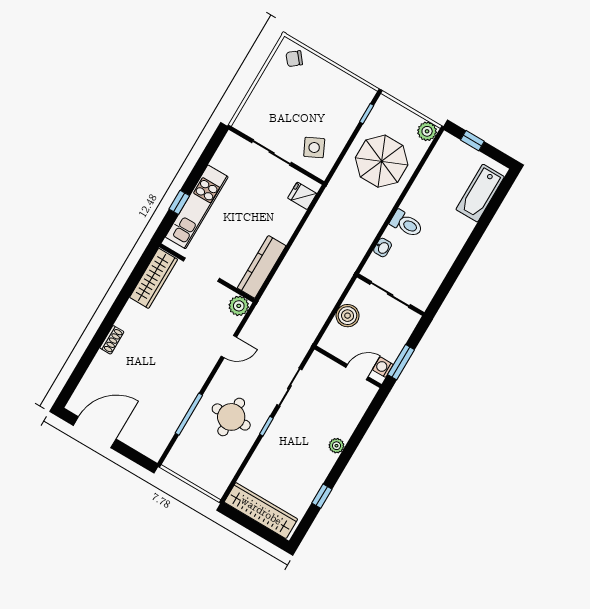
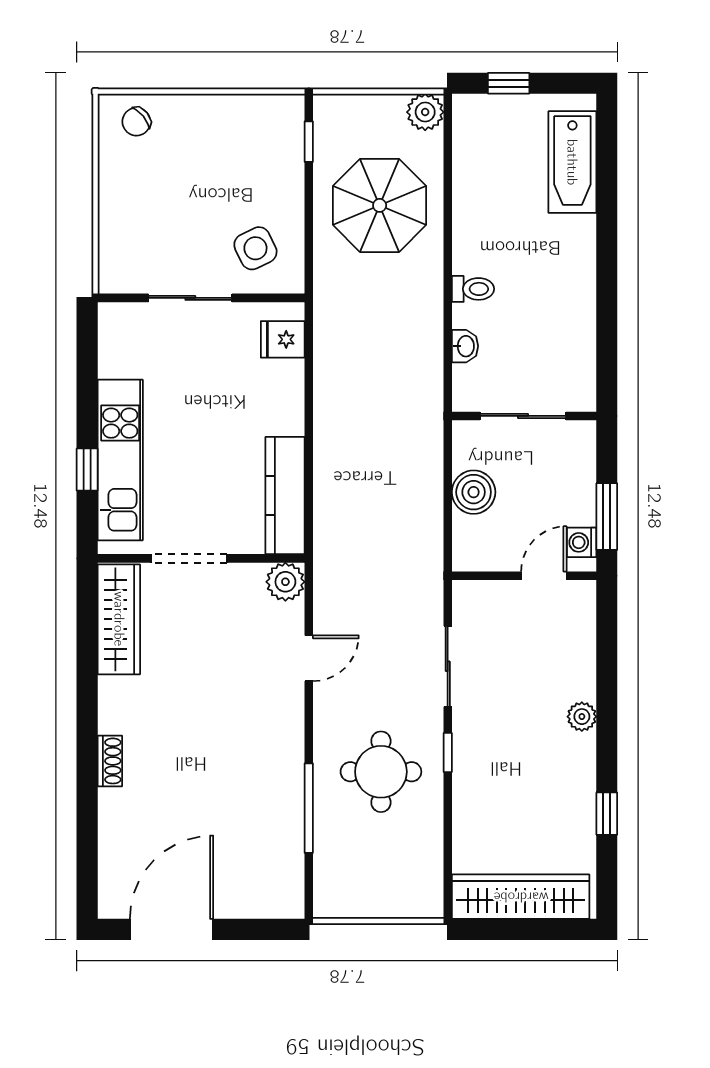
toilet: (406, 224) -> (473, 289), width x0.73, depth x0.72

